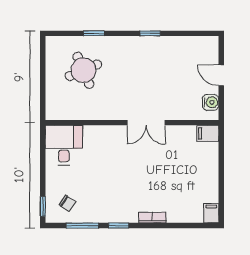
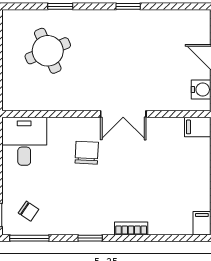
chair: (116, 155) -> (87, 153), added
window: (82, 226) -> (29, 238), moved

